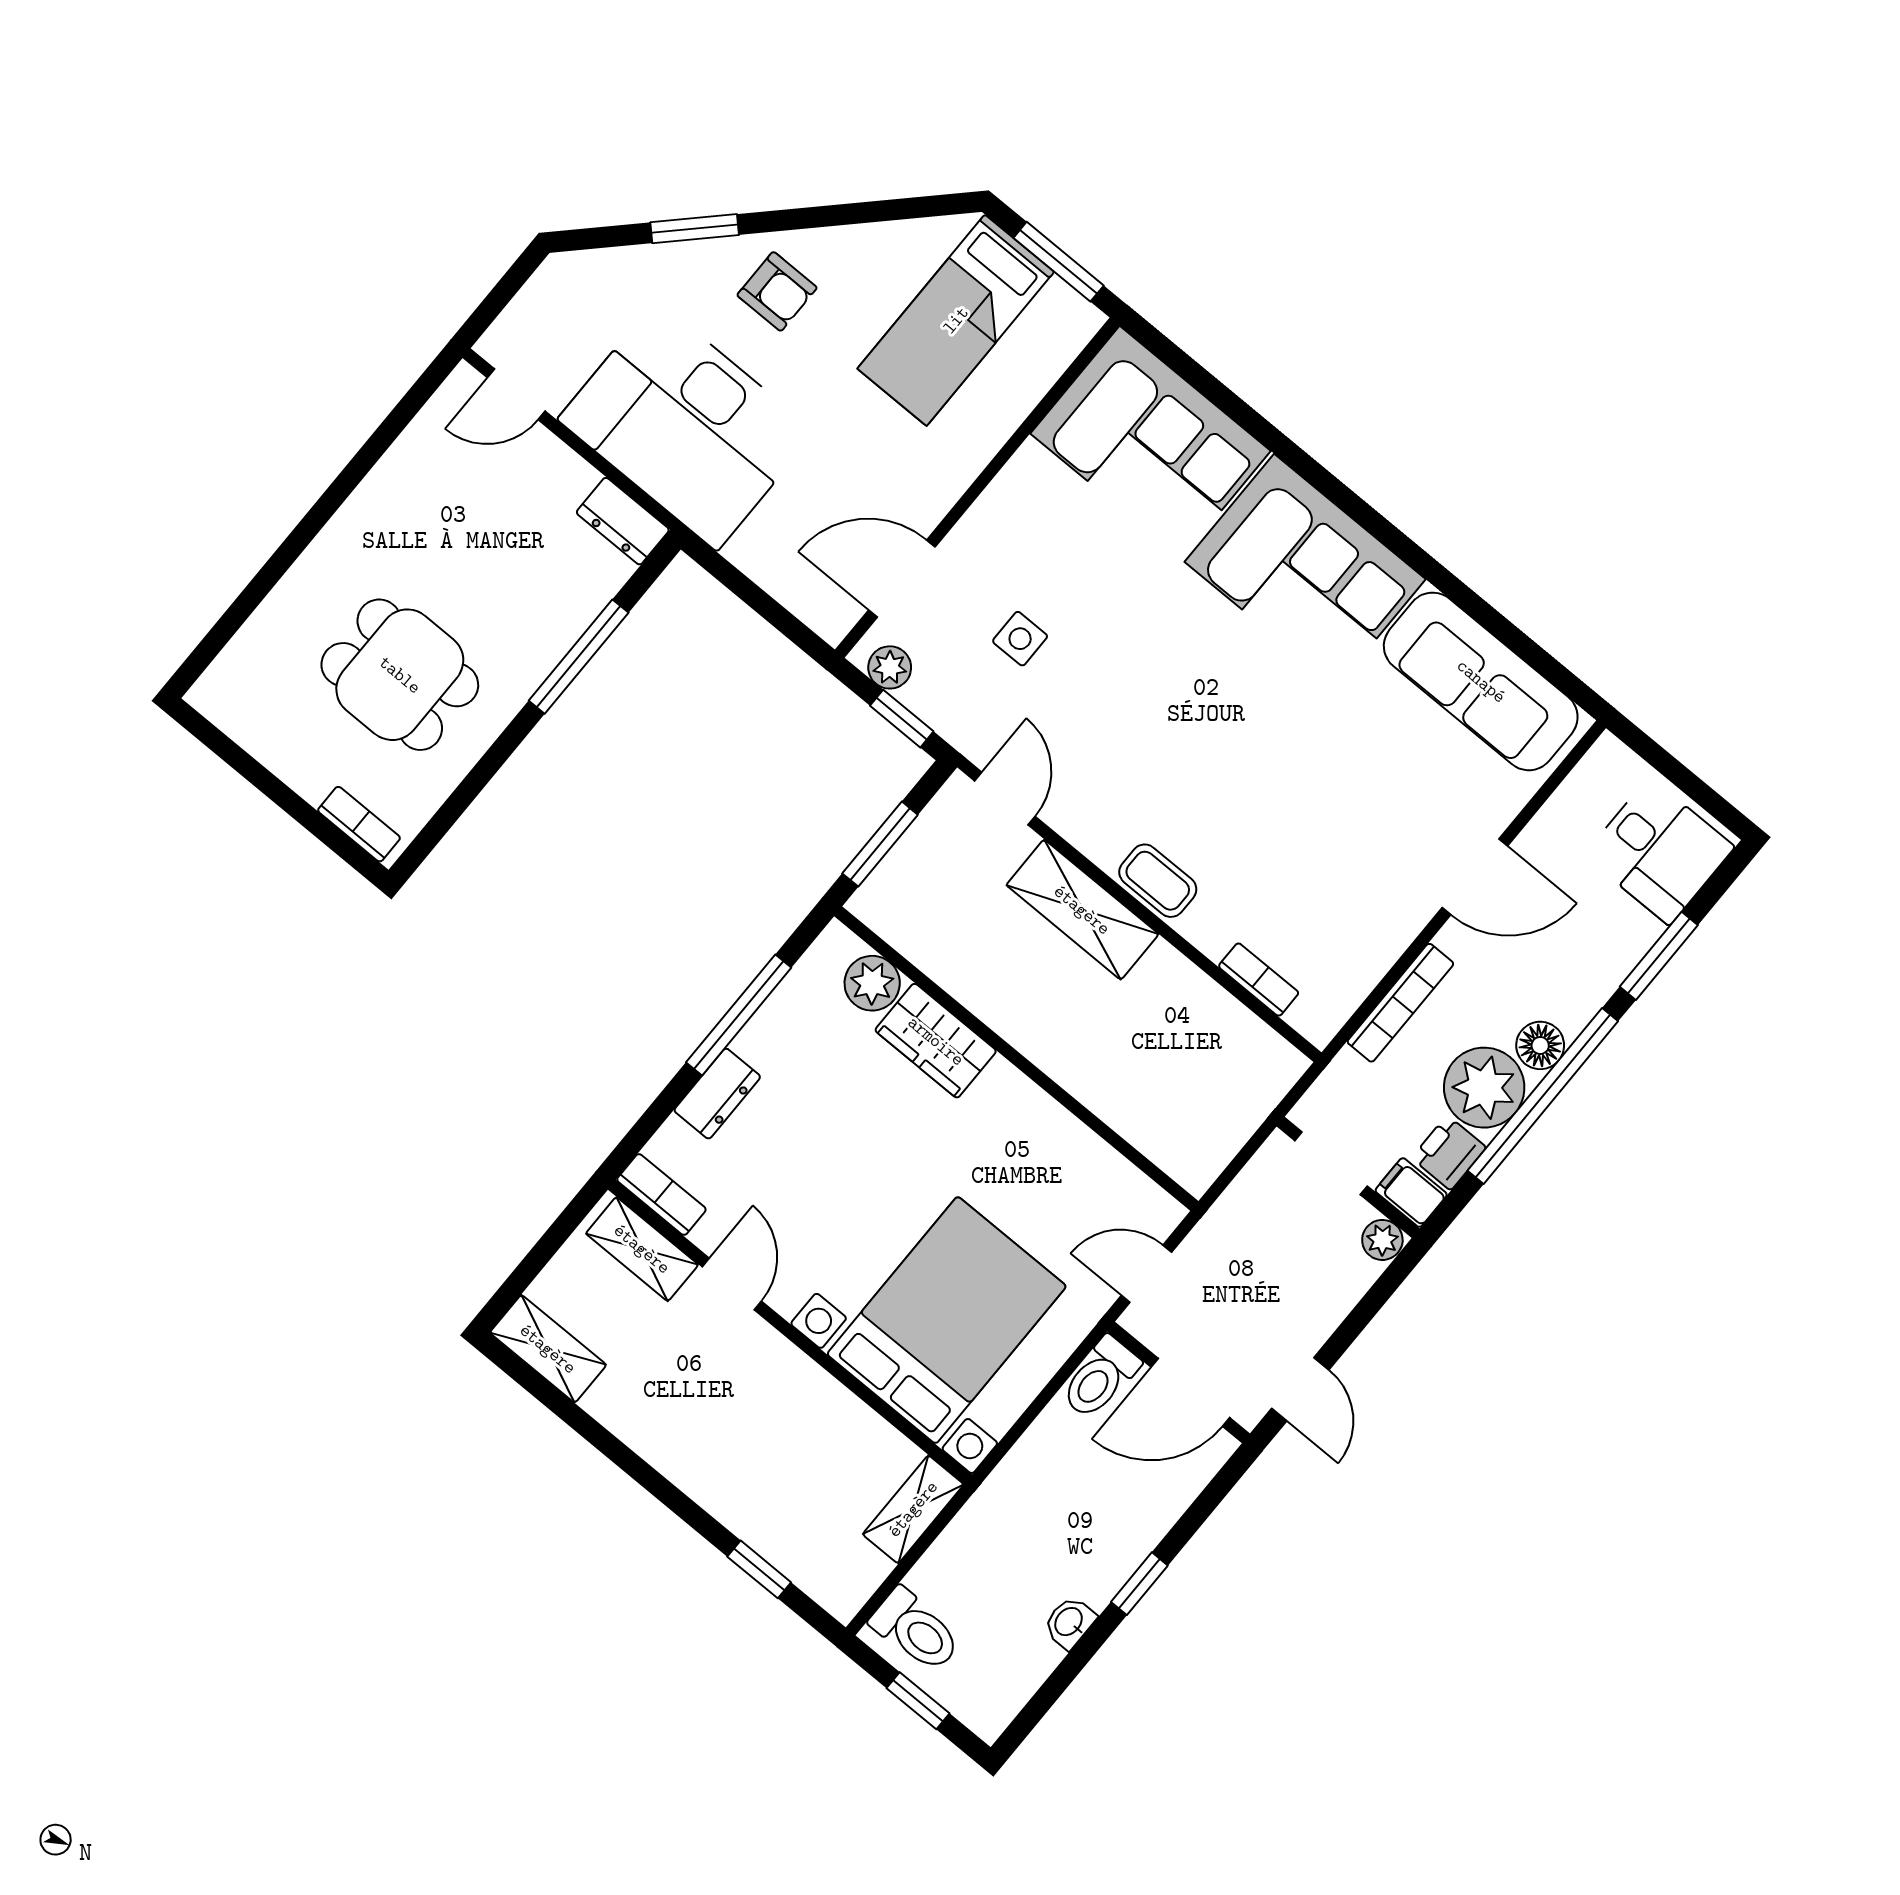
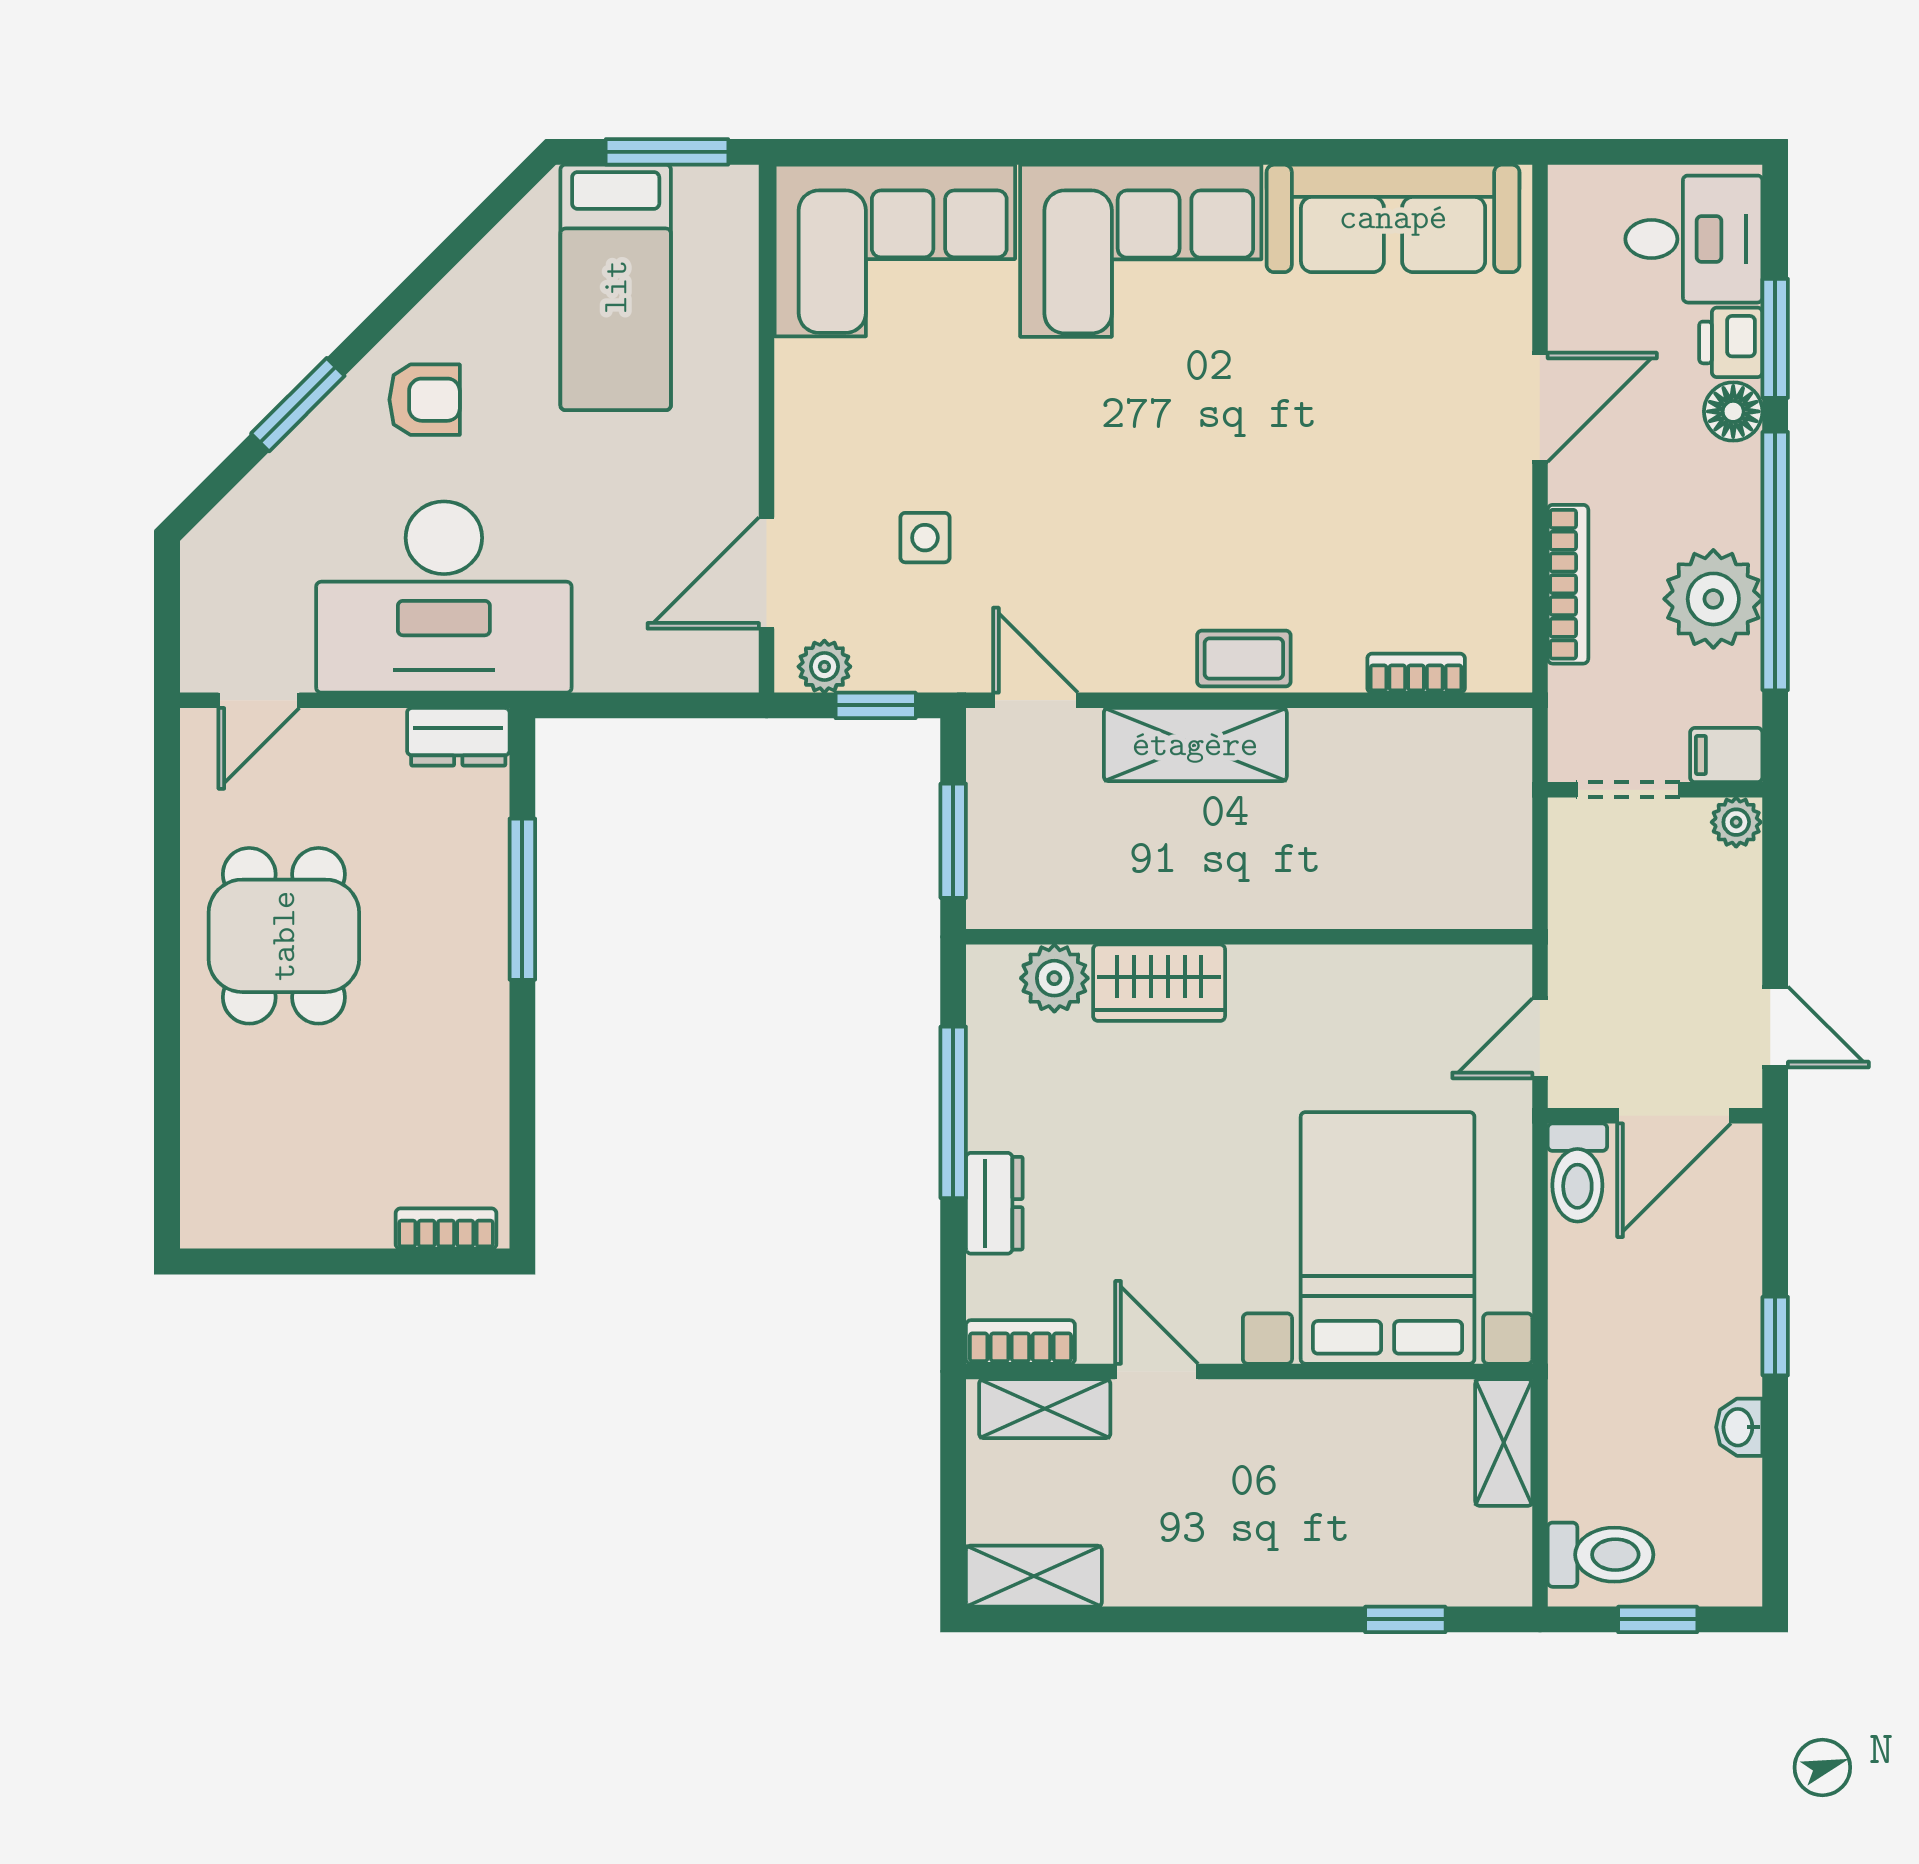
dining table: (400, 675) -> (284, 936), moved, turned 90
floor lamp: (1540, 1045) -> (1733, 411), moved
printer: (1449, 1153) -> (1731, 342), moved

